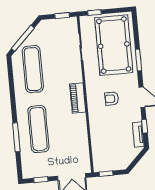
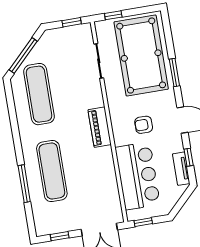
bar counter: (104, 138) -> (138, 176), added

